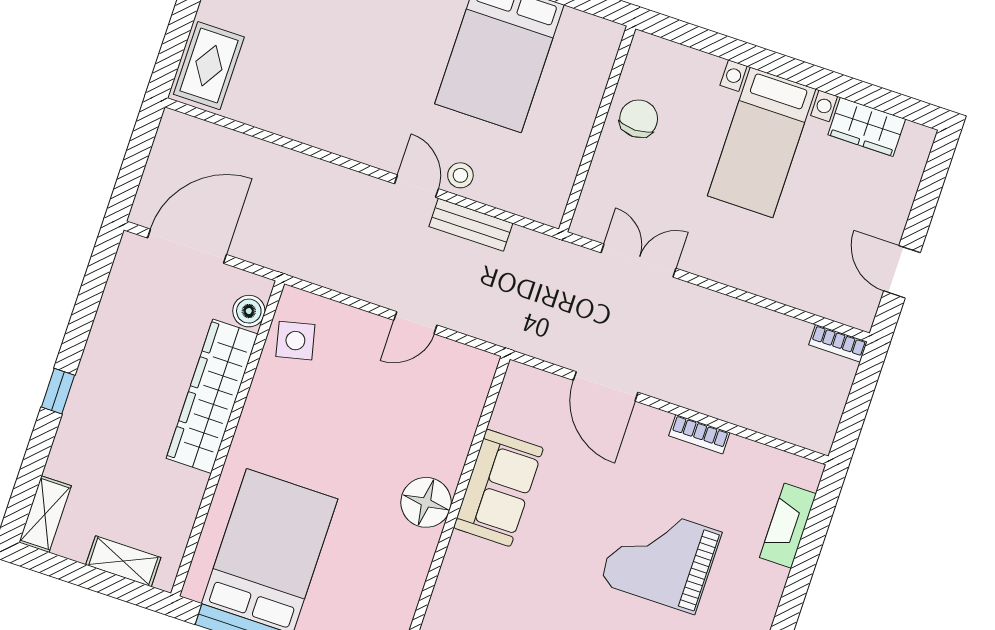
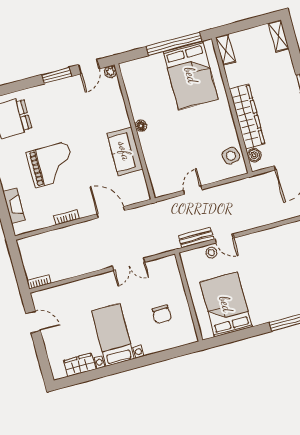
wall: (597, 129) -> (189, 297), moved
floor lamp: (426, 502) -> (141, 126), width x0.53, depth x0.53
shelving: (123, 561) -> (226, 50), moved, turned 90

